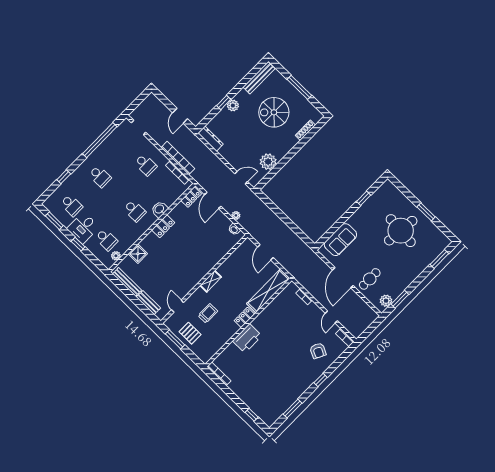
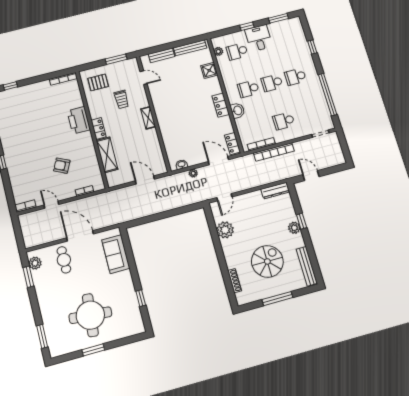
school desk: (72, 205) -> (272, 83), moved
shelving: (268, 291) -> (107, 155), width x0.68
pallet: (190, 333) -> (98, 82), moved
armchair: (318, 351) -> (62, 166), moved

